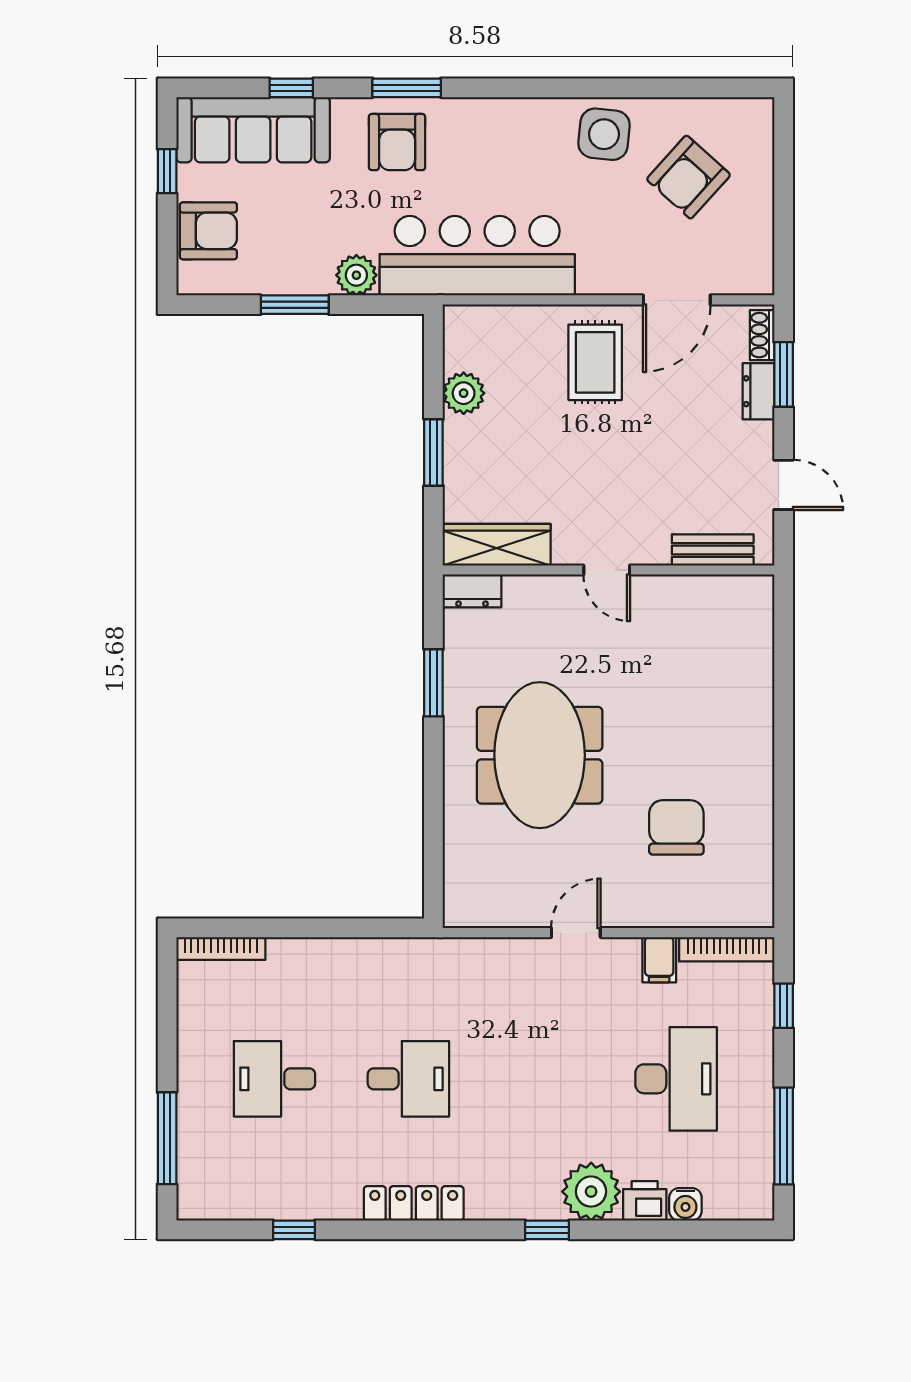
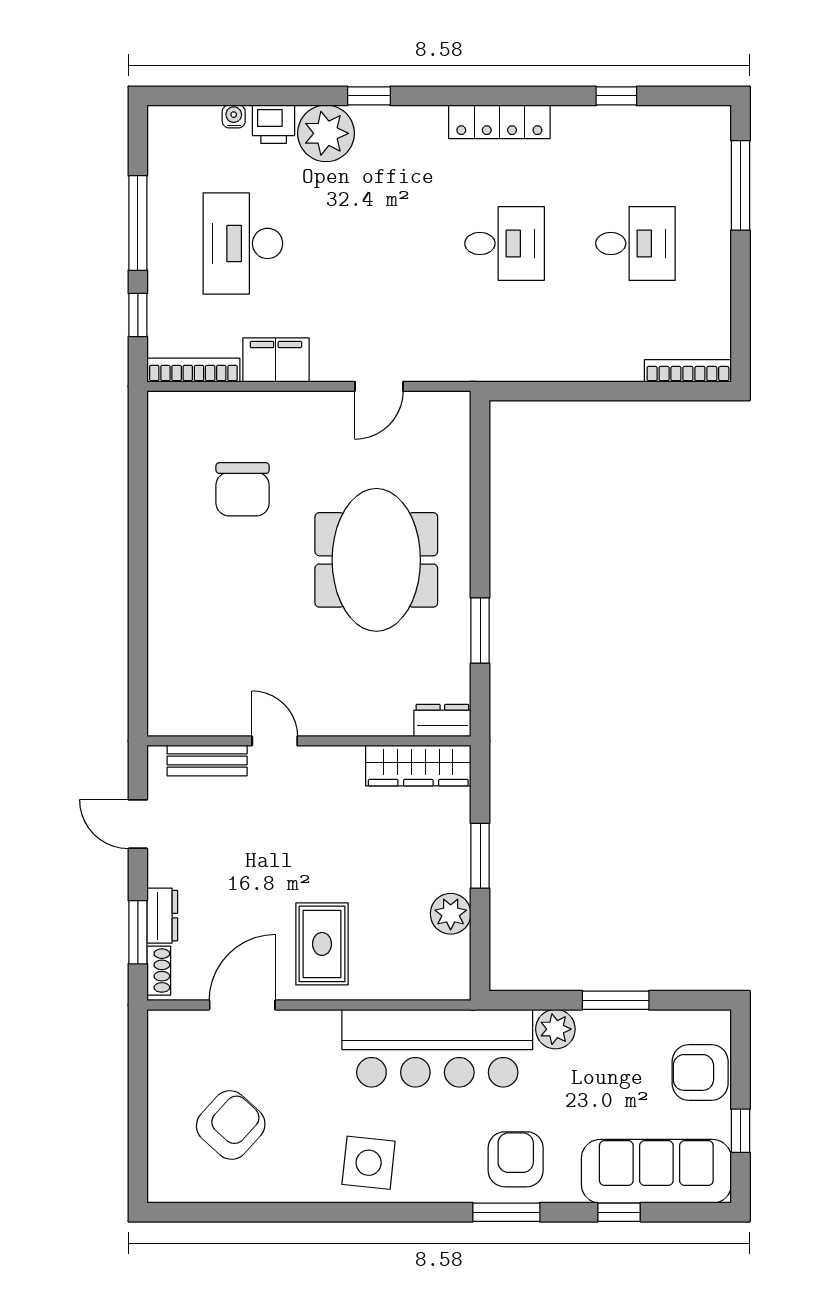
side table: (604, 134) -> (369, 1163), moved
door: (607, 570) -> (275, 741), moved
door: (576, 933) -> (379, 386), moved
filing cabinet: (659, 960) -> (276, 360), width x2.00
desk: (408, 1079) -> (505, 243), turned 180
window: (784, 1136) -> (138, 223), moved
water cooler: (685, 1204) -> (234, 116), width x0.72, depth x0.72

